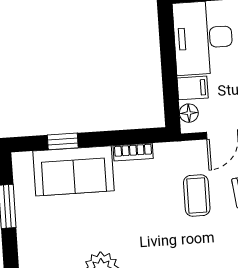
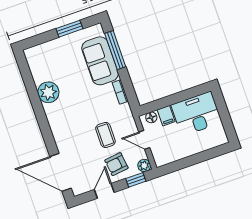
window: (63, 141) -> (115, 50), width x2.17
coffee table: (197, 196) -> (105, 135), turned 90

